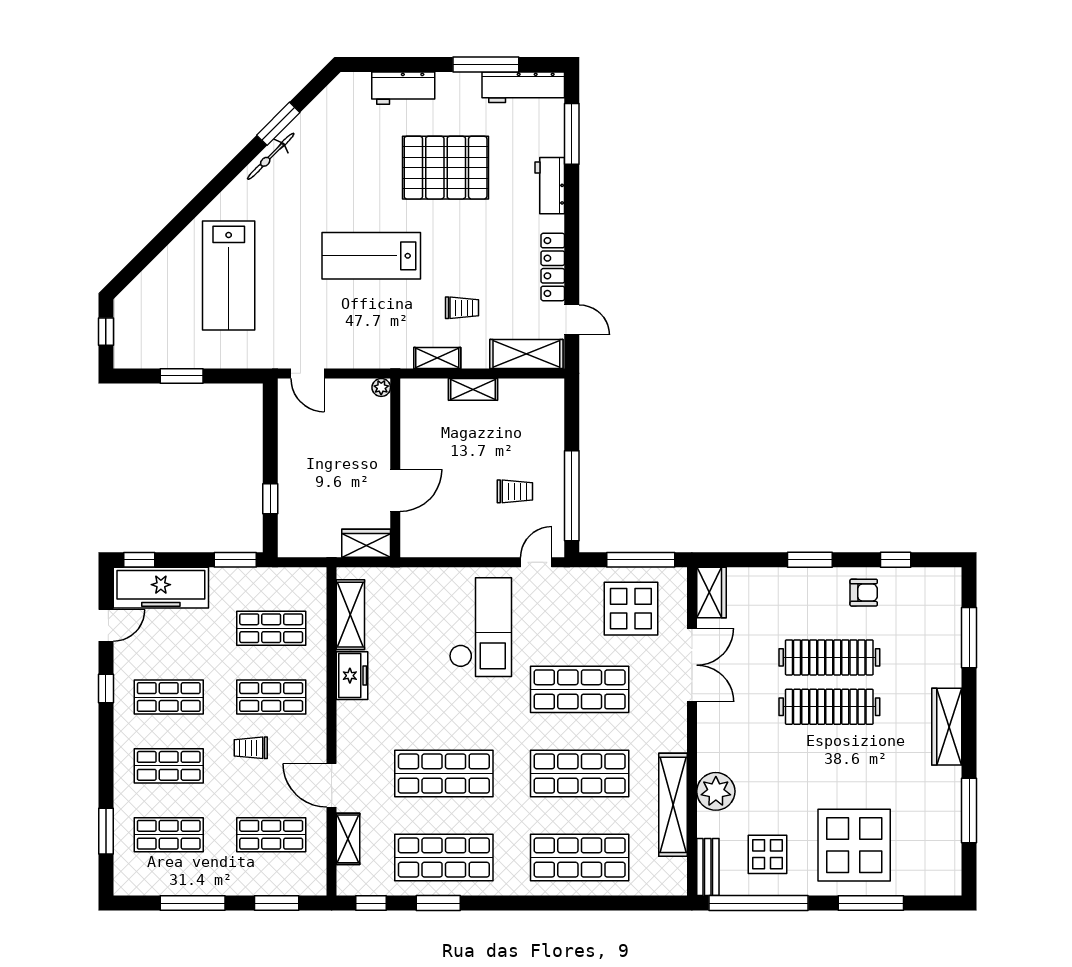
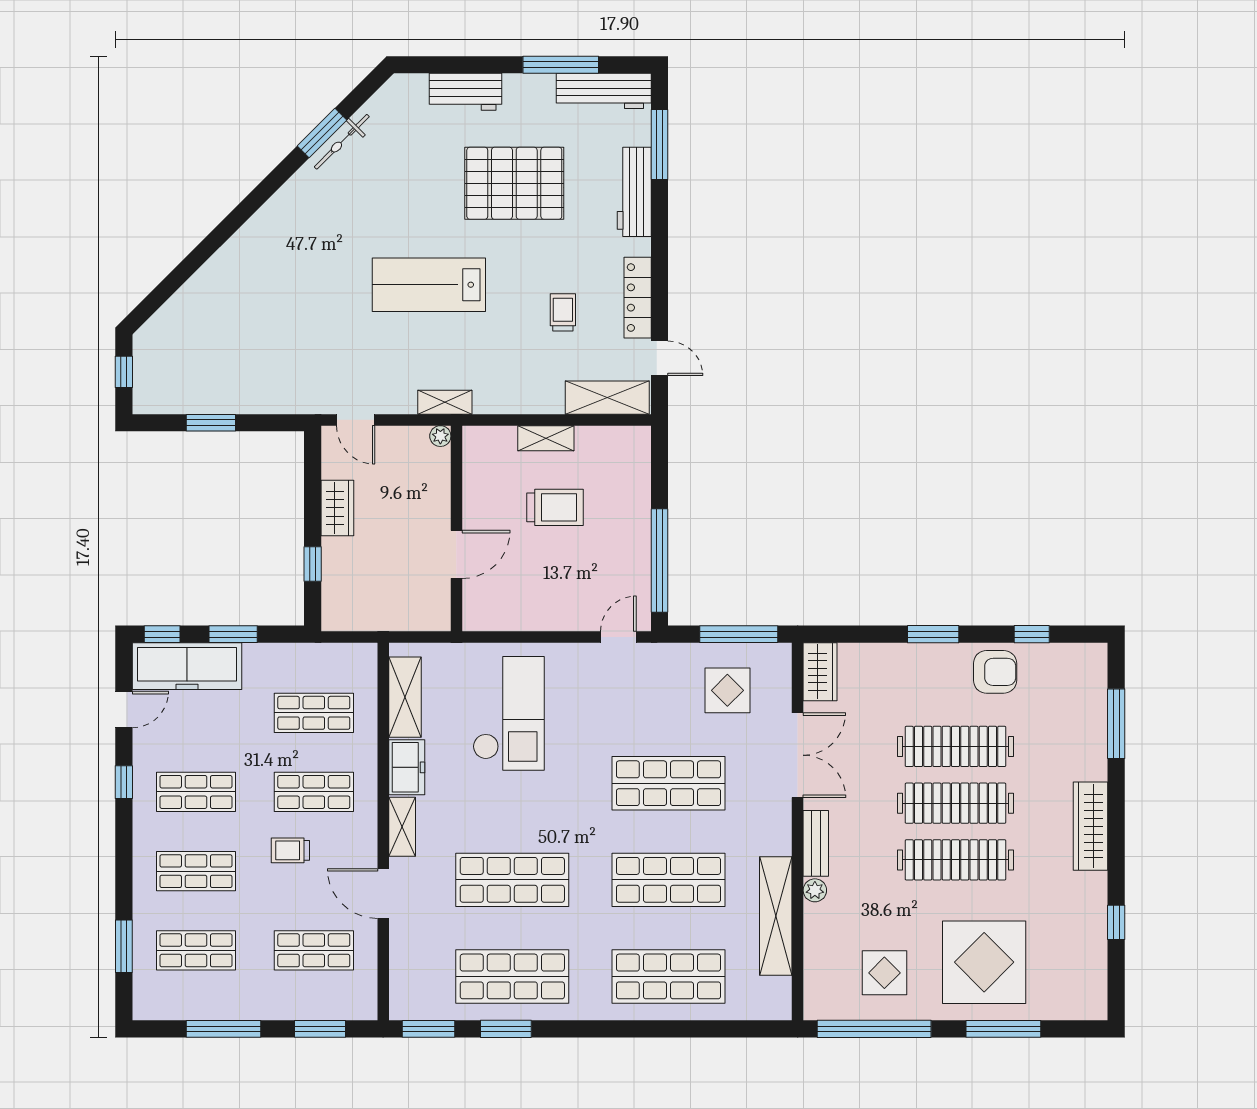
bicycle: (271, 156) -> (342, 142), moved
workbench: (550, 186) -> (634, 192), width x1.38
lab bench: (229, 275) -> (265, 307), removed
trolley: (462, 308) -> (563, 312), moved, turned -90
shelving: (437, 358) -> (445, 402), moved
trolley: (515, 491) -> (555, 507), moved, width x1.36, depth x1.39
wardrobe: (366, 543) -> (337, 508), moved, turned 90
window: (235, 560) -> (233, 634), moved
armchair: (864, 593) -> (995, 672), width x1.38, depth x1.38
display table: (631, 609) -> (727, 690), width x0.73, depth x0.73
checkout: (480, 627) -> (509, 713), moved
clothes rail: (829, 756) -> (955, 860), added
plant: (716, 791) -> (815, 890), width x0.53, depth x0.53
window: (969, 810) -> (1116, 922), width x0.46
shelving: (348, 839) -> (402, 827), moved
bench: (708, 867) -> (816, 843), moved
window: (371, 903) -> (429, 1029), width x1.50

